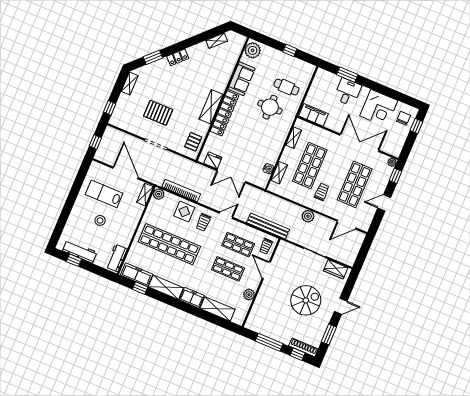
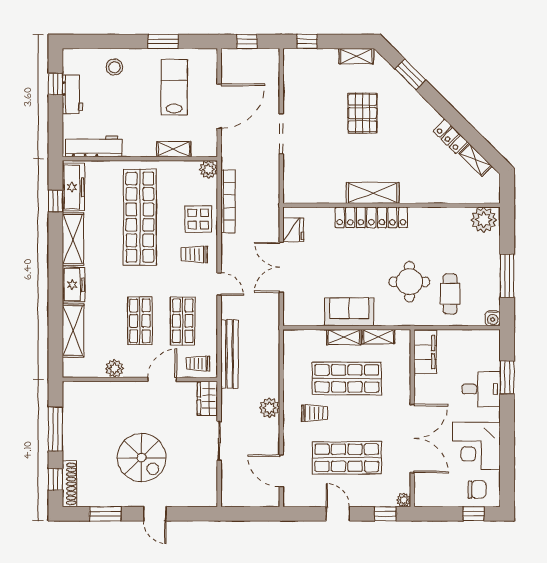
window: (290, 50) -> (507, 276), width x2.17
locker: (178, 57) -> (450, 136), moved
sofa: (241, 79) -> (349, 312), moved, turned 180
pallet: (158, 113) -> (362, 113), moved
pallet: (193, 142) -> (309, 188), removed
water cooler: (268, 169) -> (493, 318), moved
shelving: (279, 173) -> (344, 337), moved
window: (75, 189) -> (163, 41), added
shelving: (145, 195) -> (174, 149), moved
stool: (100, 220) -> (114, 67), moved
workbench: (80, 252) -> (72, 94), width x0.73
workbench: (116, 258) -> (94, 146), width x1.38
wardrobe: (336, 269) -> (207, 398), moved

